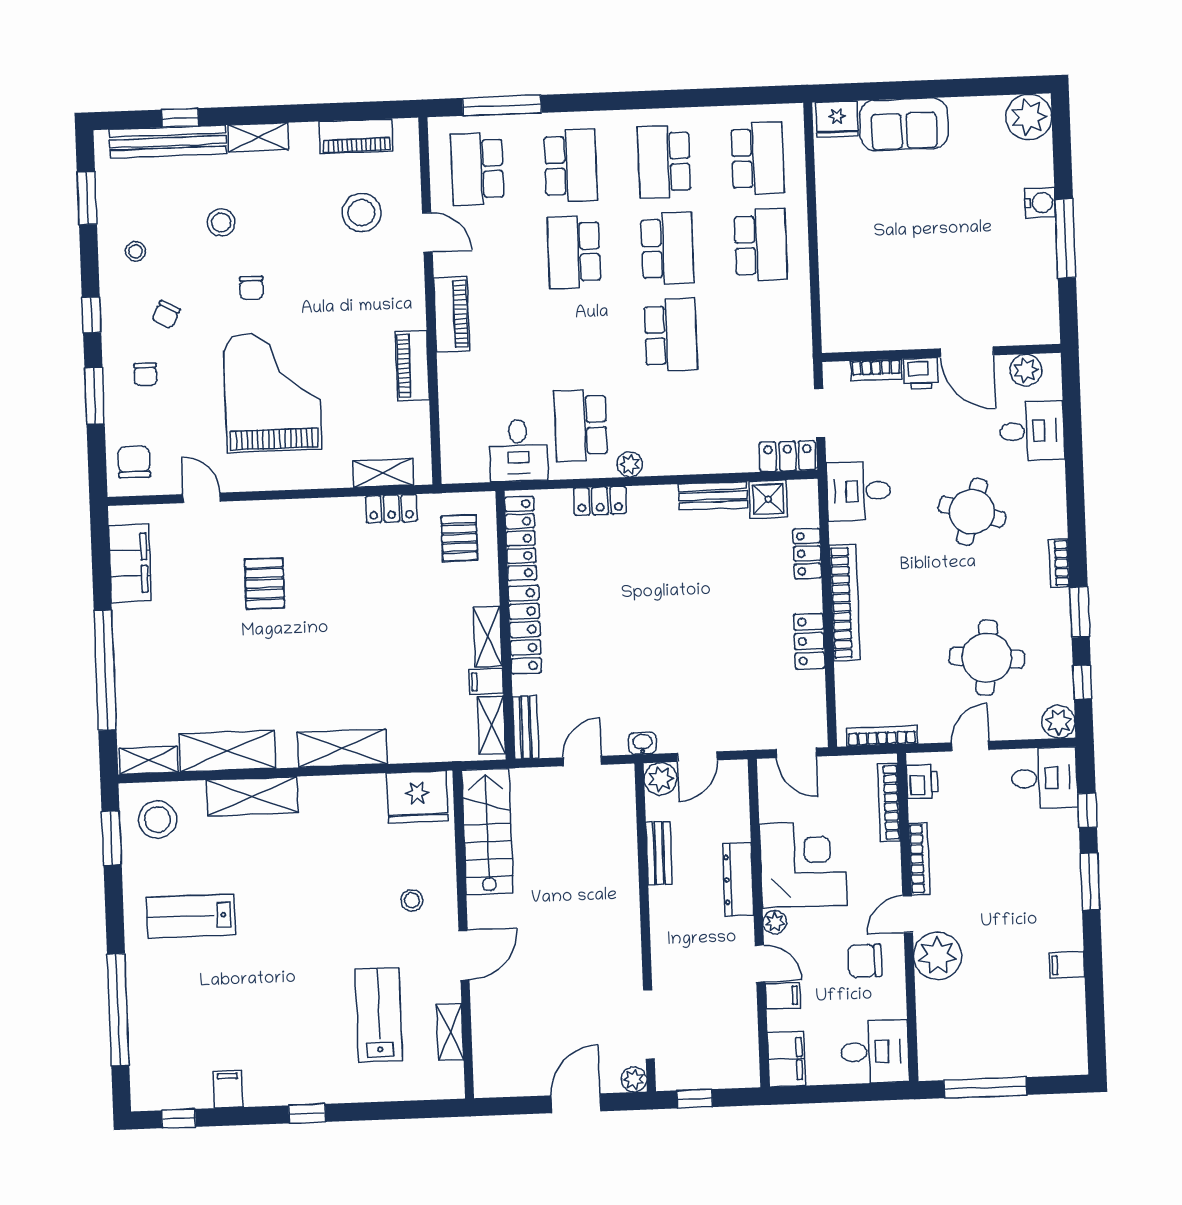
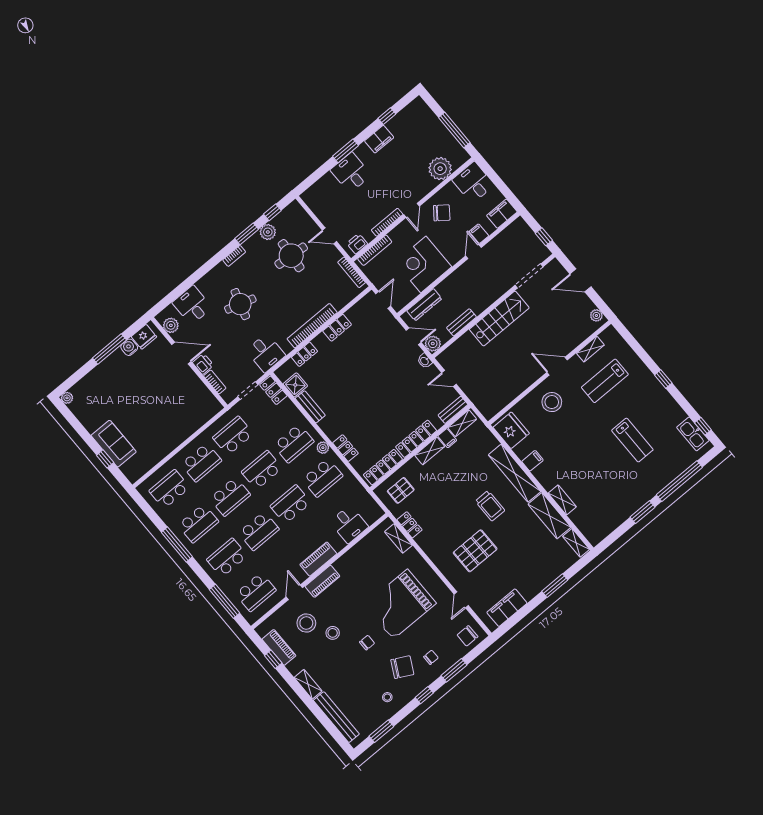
window: (890, 91) -> (105, 459), added
window: (657, 99) -> (177, 544), added
plant: (1029, 117) -> (67, 398), width x0.53, depth x0.53
window: (180, 118) -> (273, 659), moved
fridge: (837, 119) -> (144, 337), moved, turned 90
water cooler: (1040, 203) -> (129, 347), moved
stool: (221, 222) -> (333, 633), moved
school desk: (761, 245) -> (201, 462), turned 180
school desk: (667, 248) -> (230, 497), turned 180
chair: (166, 315) -> (402, 667), width x1.87, depth x1.87
school desk: (764, 331) -> (233, 436), added
school desk: (577, 339) -> (291, 504), added
door: (967, 352) -> (181, 353), hinge flipped
piano: (412, 366) -> (323, 581), moved
school desk: (674, 422) -> (294, 443), added
desk: (518, 450) -> (349, 524), moved, turned 90
pallet: (265, 584) -> (475, 551), width x1.50, depth x1.42
trolley: (320, 666) -> (490, 506), added
window: (105, 670) -> (555, 586), width x0.47
plant: (1058, 722) -> (268, 232), moved
shelving: (342, 748) -> (515, 473), width x1.47
desk: (1044, 778) -> (351, 173), moved
shelving: (252, 796) -> (562, 500), width x0.67, depth x0.75
window: (1087, 810) -> (387, 116), moved
stool: (157, 820) -> (596, 522), removed
stairs: (487, 832) -> (499, 319), moved, turned 180
window: (112, 838) -> (643, 512), moved
dresser: (738, 879) -> (424, 305), moved
stool: (412, 900) -> (552, 402), width x1.89, depth x1.89
door: (908, 914) -> (411, 210), hinge flipped
lab bench: (191, 916) -> (632, 440), moved
plant: (775, 922) -> (454, 258), removed
plant: (938, 956) -> (440, 169), moved
chair: (865, 961) -> (442, 213), turned -53
filing cabinet: (1067, 965) -> (379, 139), width x2.00
plant: (634, 1079) -> (596, 315), moved
filing cabinet: (228, 1089) -> (532, 461), moved, turned 180
kitchen sink: (179, 1092) -> (693, 434), added

